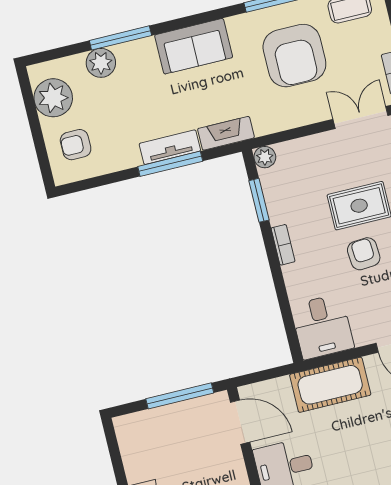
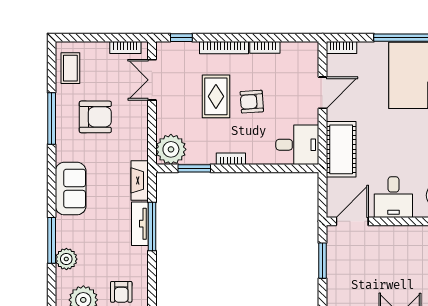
armchair: (294, 56) -> (95, 117), width x0.73, depth x0.73
plant: (265, 157) -> (171, 149), width x1.88, depth x1.88
window: (180, 396) -> (323, 261), width x0.69

